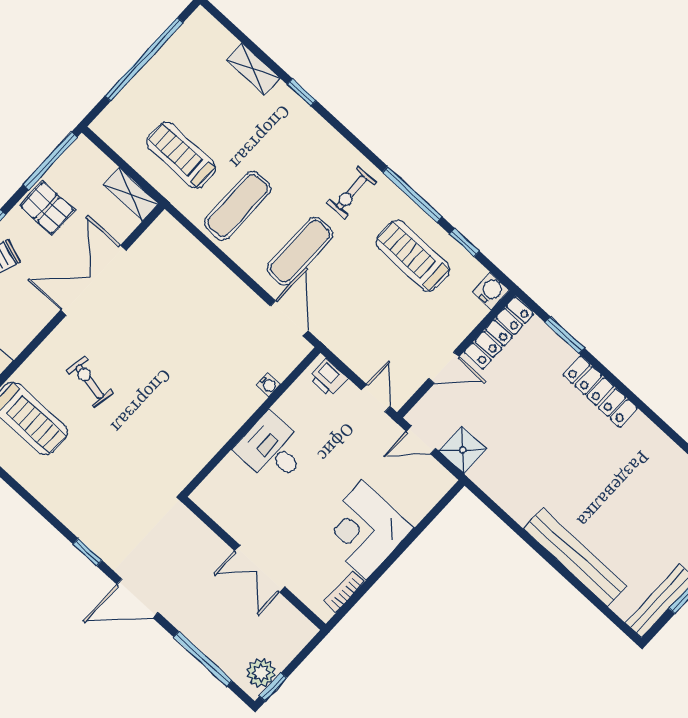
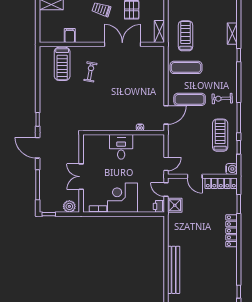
printer: (328, 378) -> (159, 206), moved
plant: (261, 673) -> (69, 206), moved

